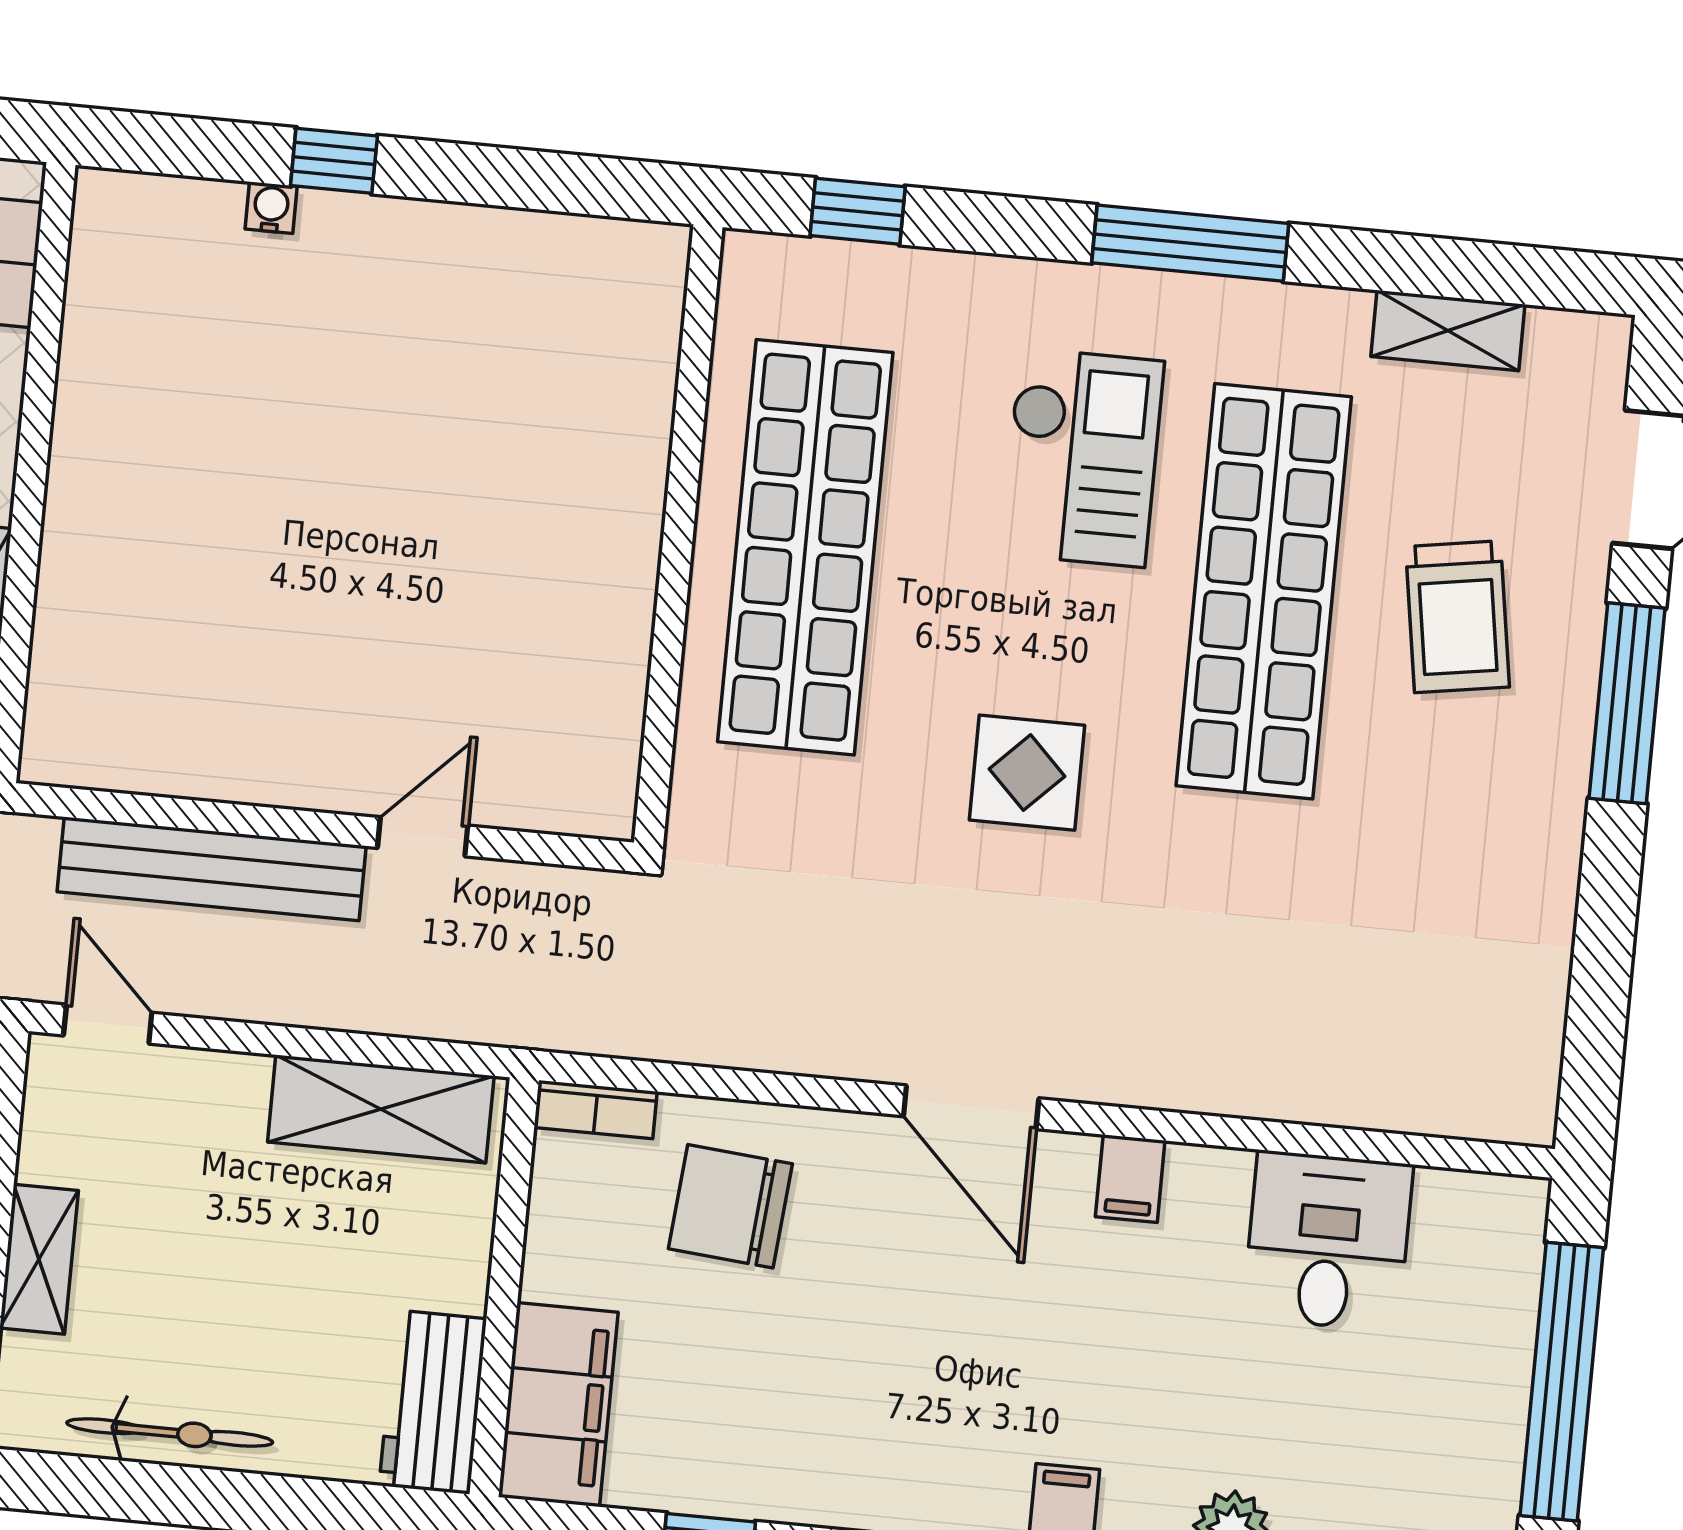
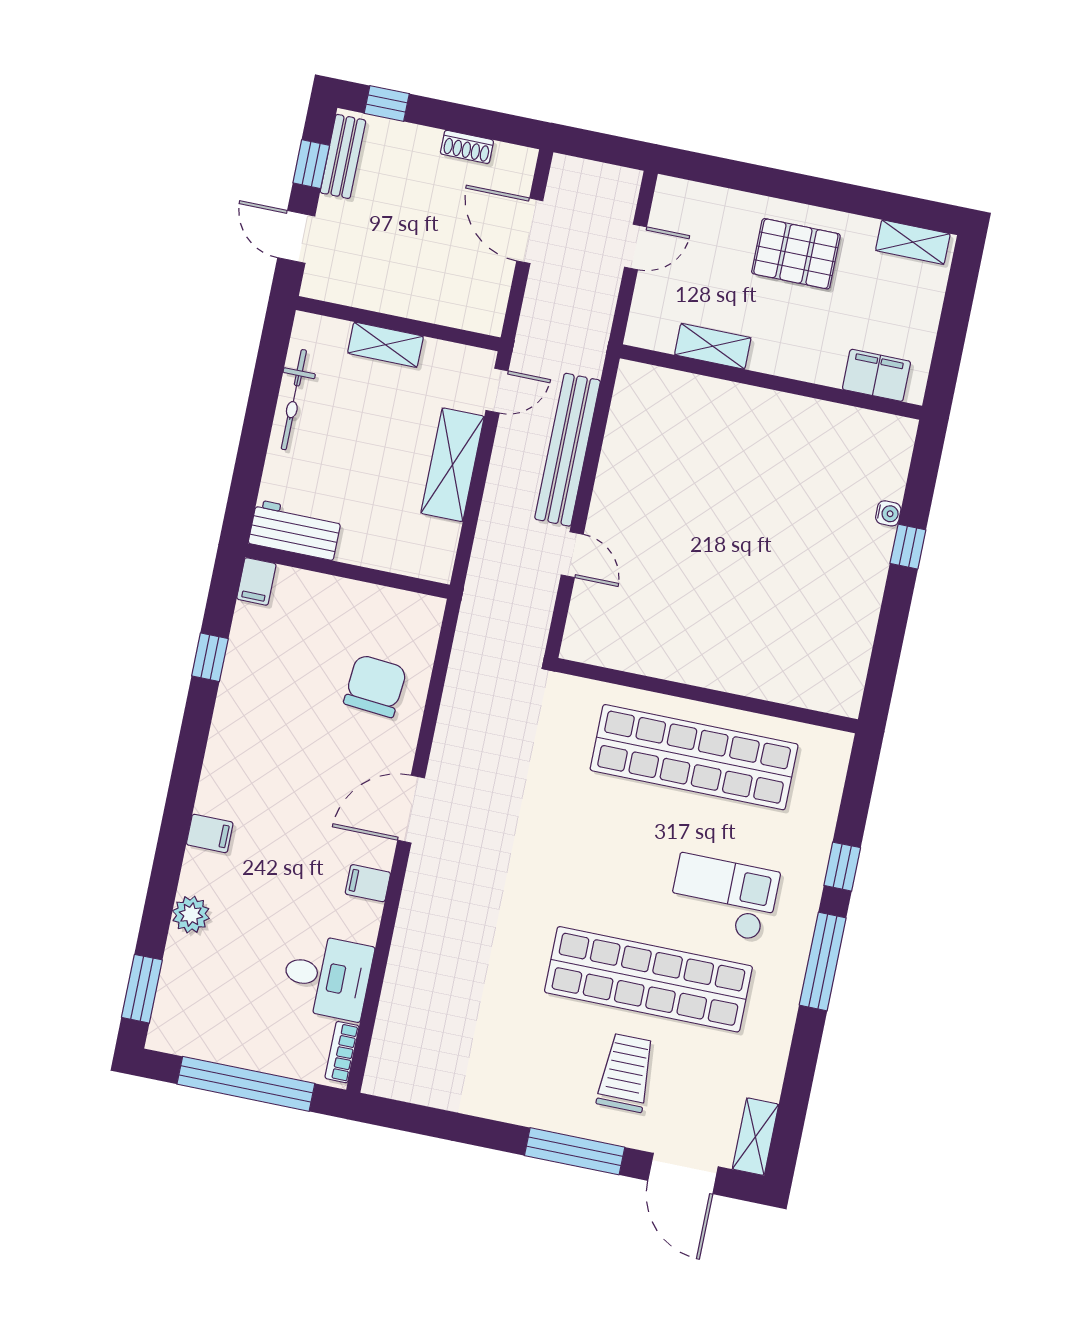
window: (858, 211) -> (842, 867), moved
shelving: (1448, 331) -> (755, 1137), moved
checkout: (1082, 457) -> (723, 897), turned 180
trolley: (1457, 617) -> (626, 1073), turned 99
display table: (1027, 773) -> (572, 854), removed
shelving: (381, 1109) -> (452, 465), moved
bookcase: (596, 1110) -> (342, 1052), moved
filing cabinet: (558, 1405) -> (256, 581), width x0.33, depth x0.86

